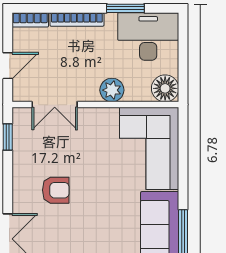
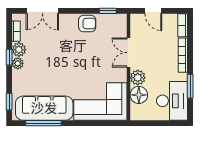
floor lamp: (165, 88) -> (139, 95), moved
double door: (55, 105) -> (128, 53), moved
armchair: (56, 190) -> (87, 24), moved, turned -90

